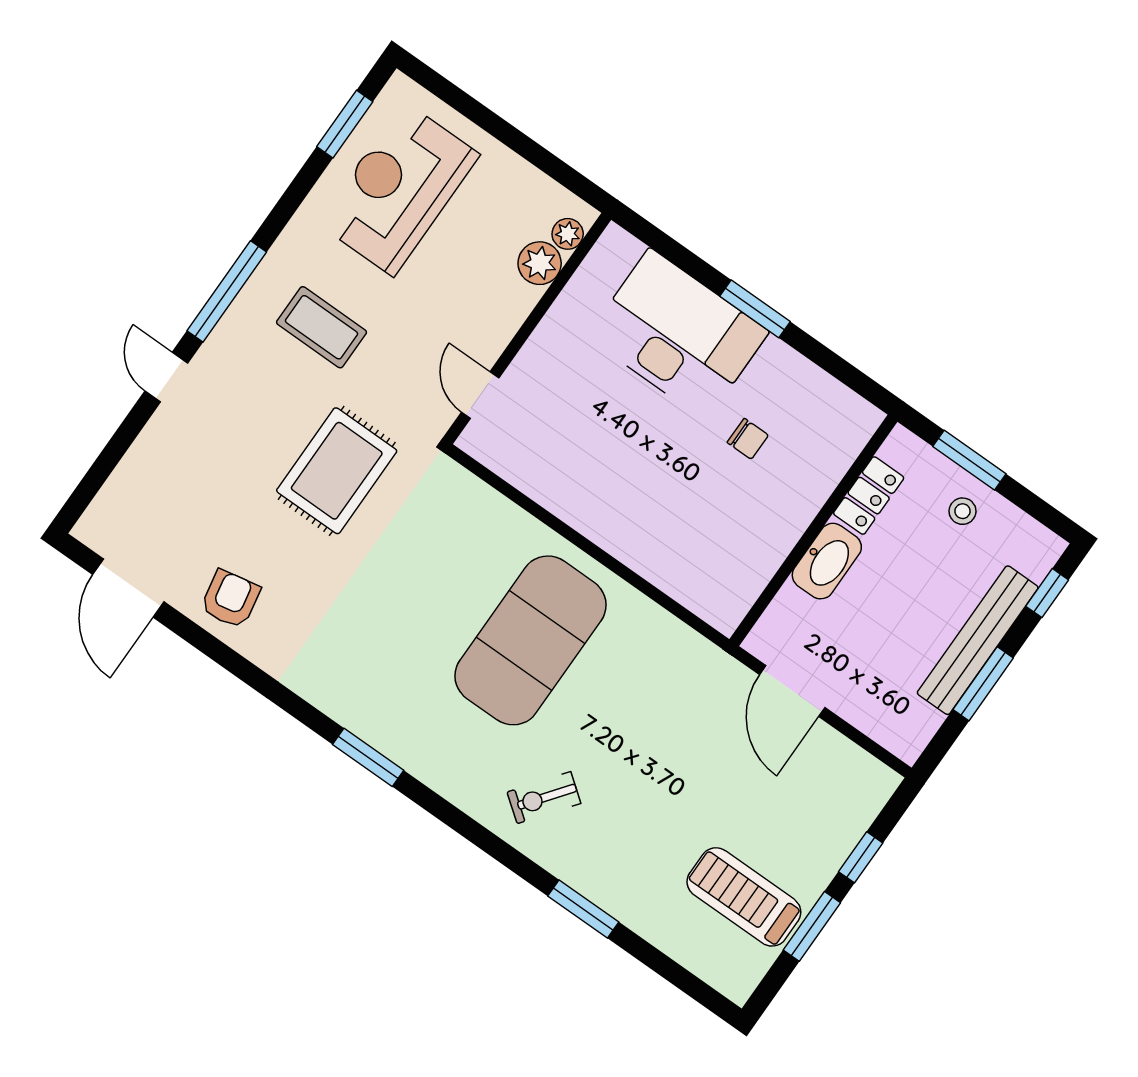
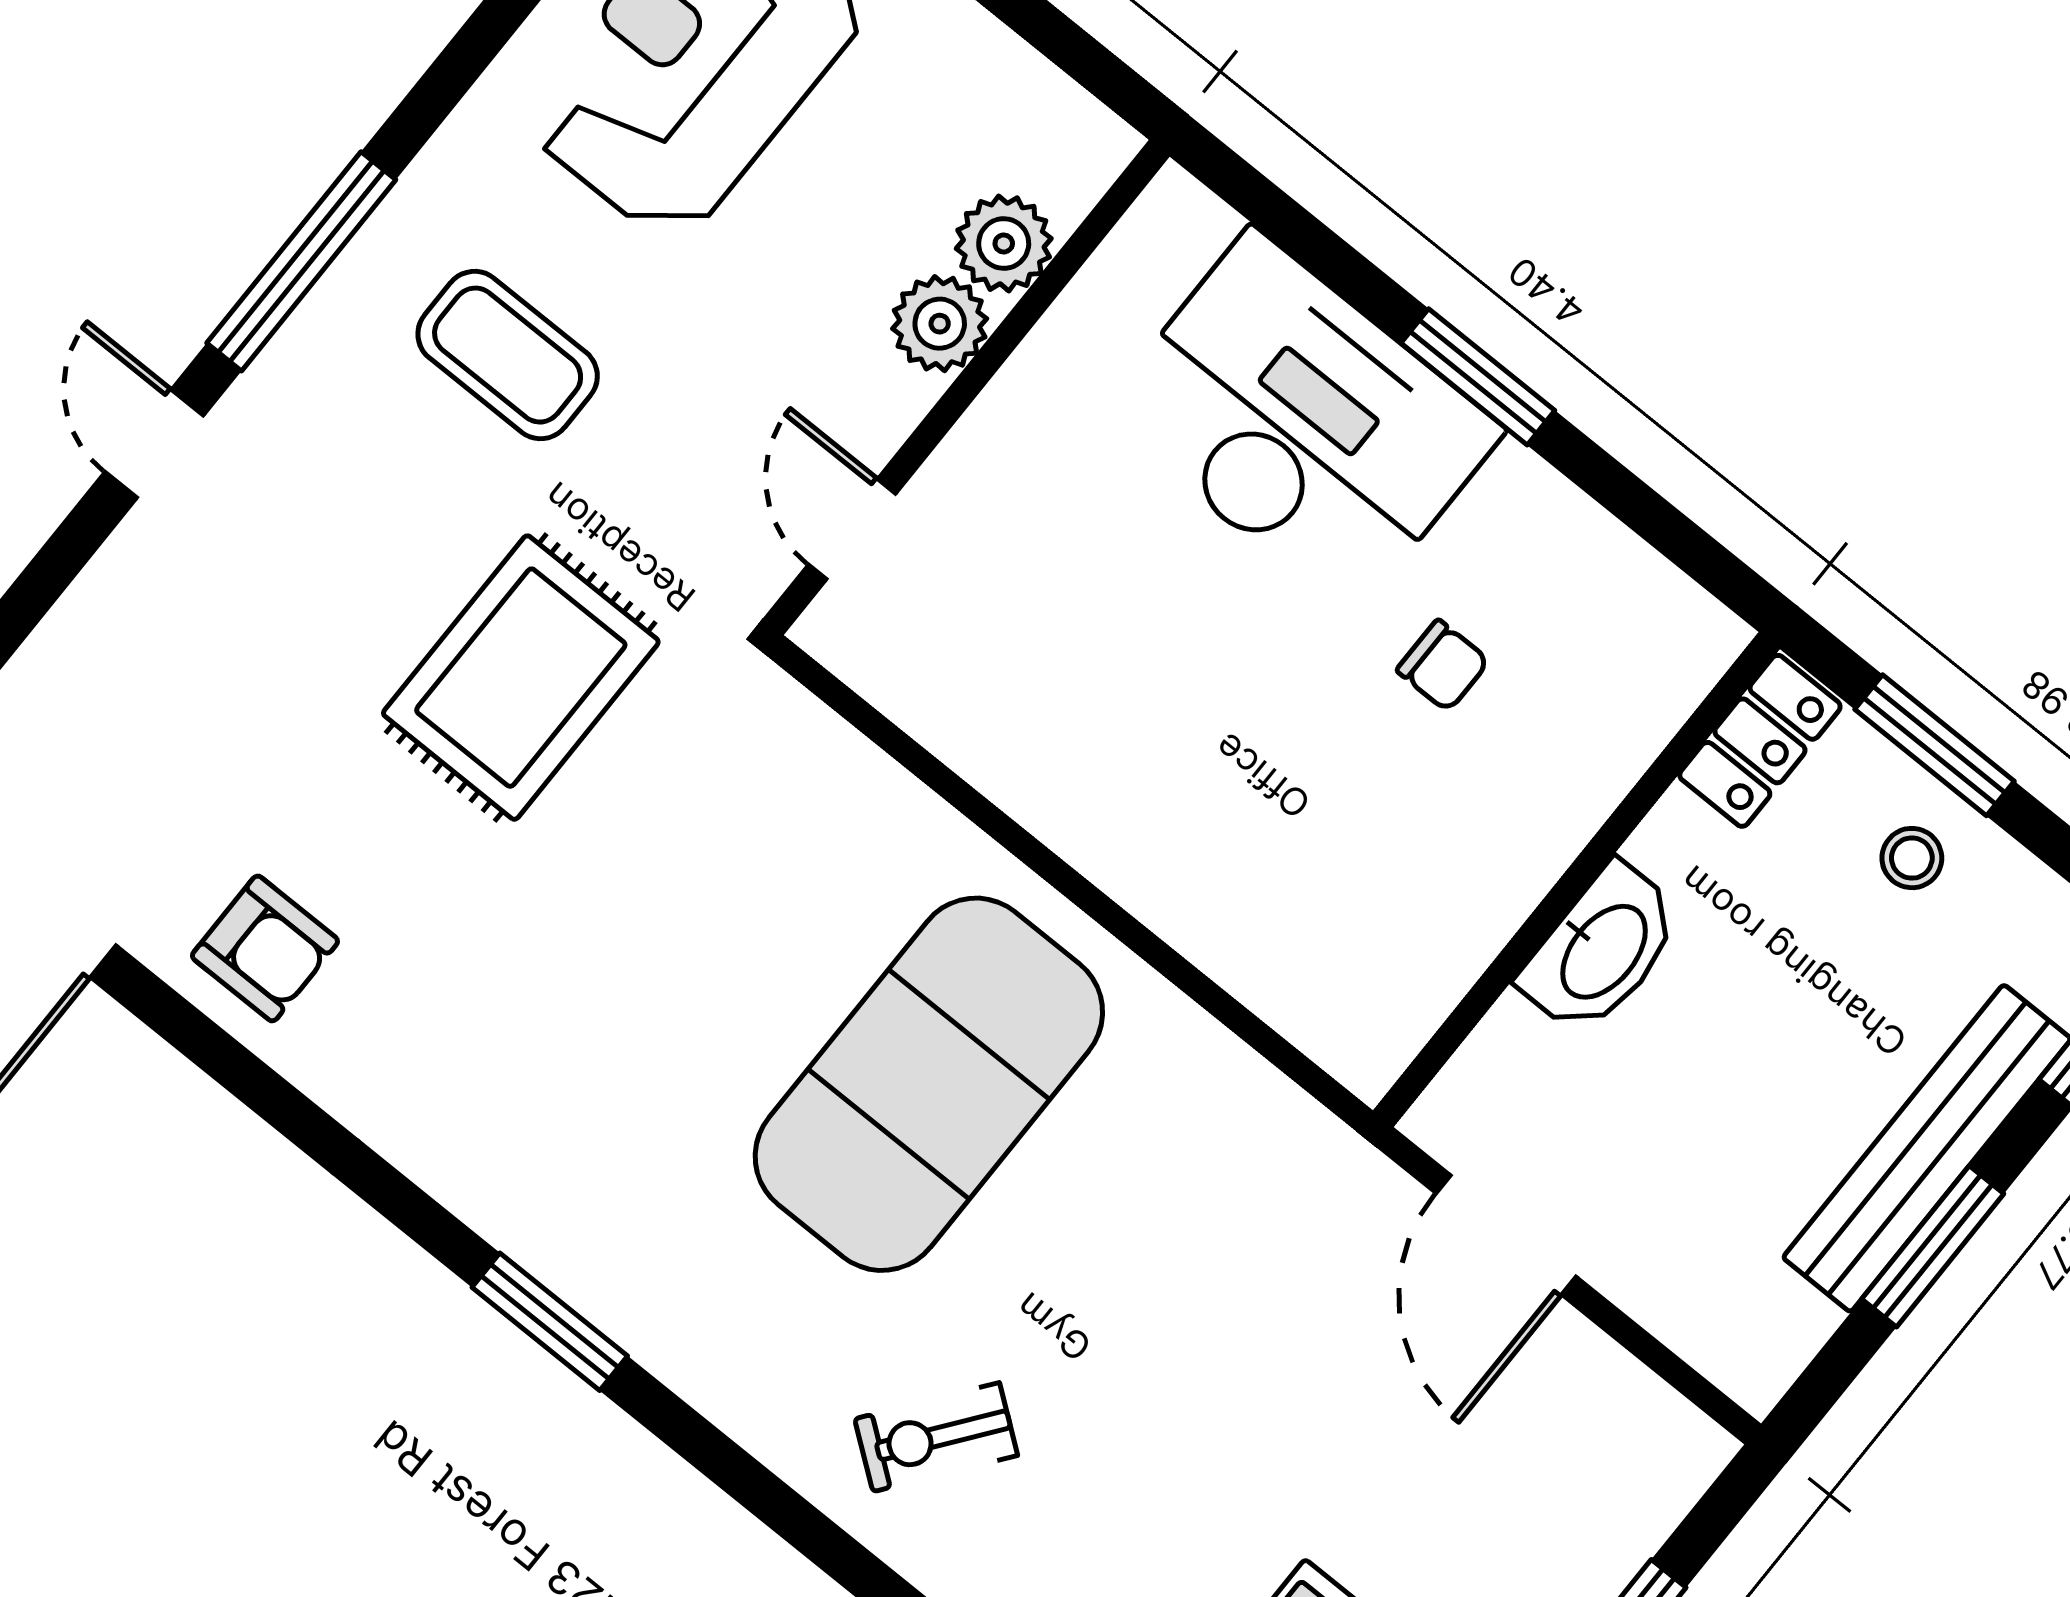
plant: (568, 234) -> (940, 324), moved, width x1.38, depth x1.38
locker: (869, 496) -> (1760, 741), moved
armchair: (230, 599) -> (265, 948), turned 101

